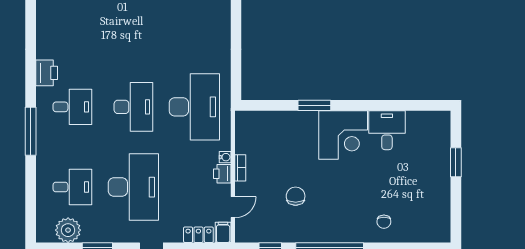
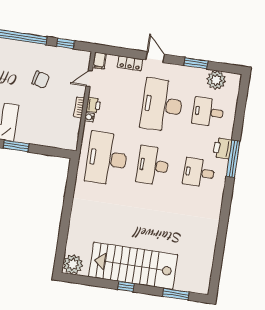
printer: (47, 73) -> (222, 148), moved
chair: (296, 196) -> (41, 80), turned -77
locker: (198, 235) -> (130, 63), moved

